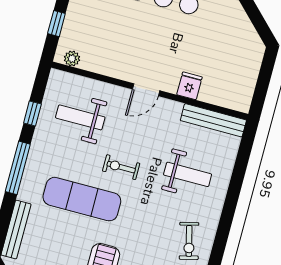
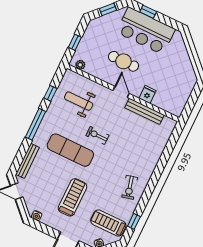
cafe table: (141, 40) -> (124, 61), added
door: (146, 90) -> (121, 92), swing flipped
bench: (213, 120) -> (144, 111), moved
weight bench: (188, 174) -> (136, 147), removed

